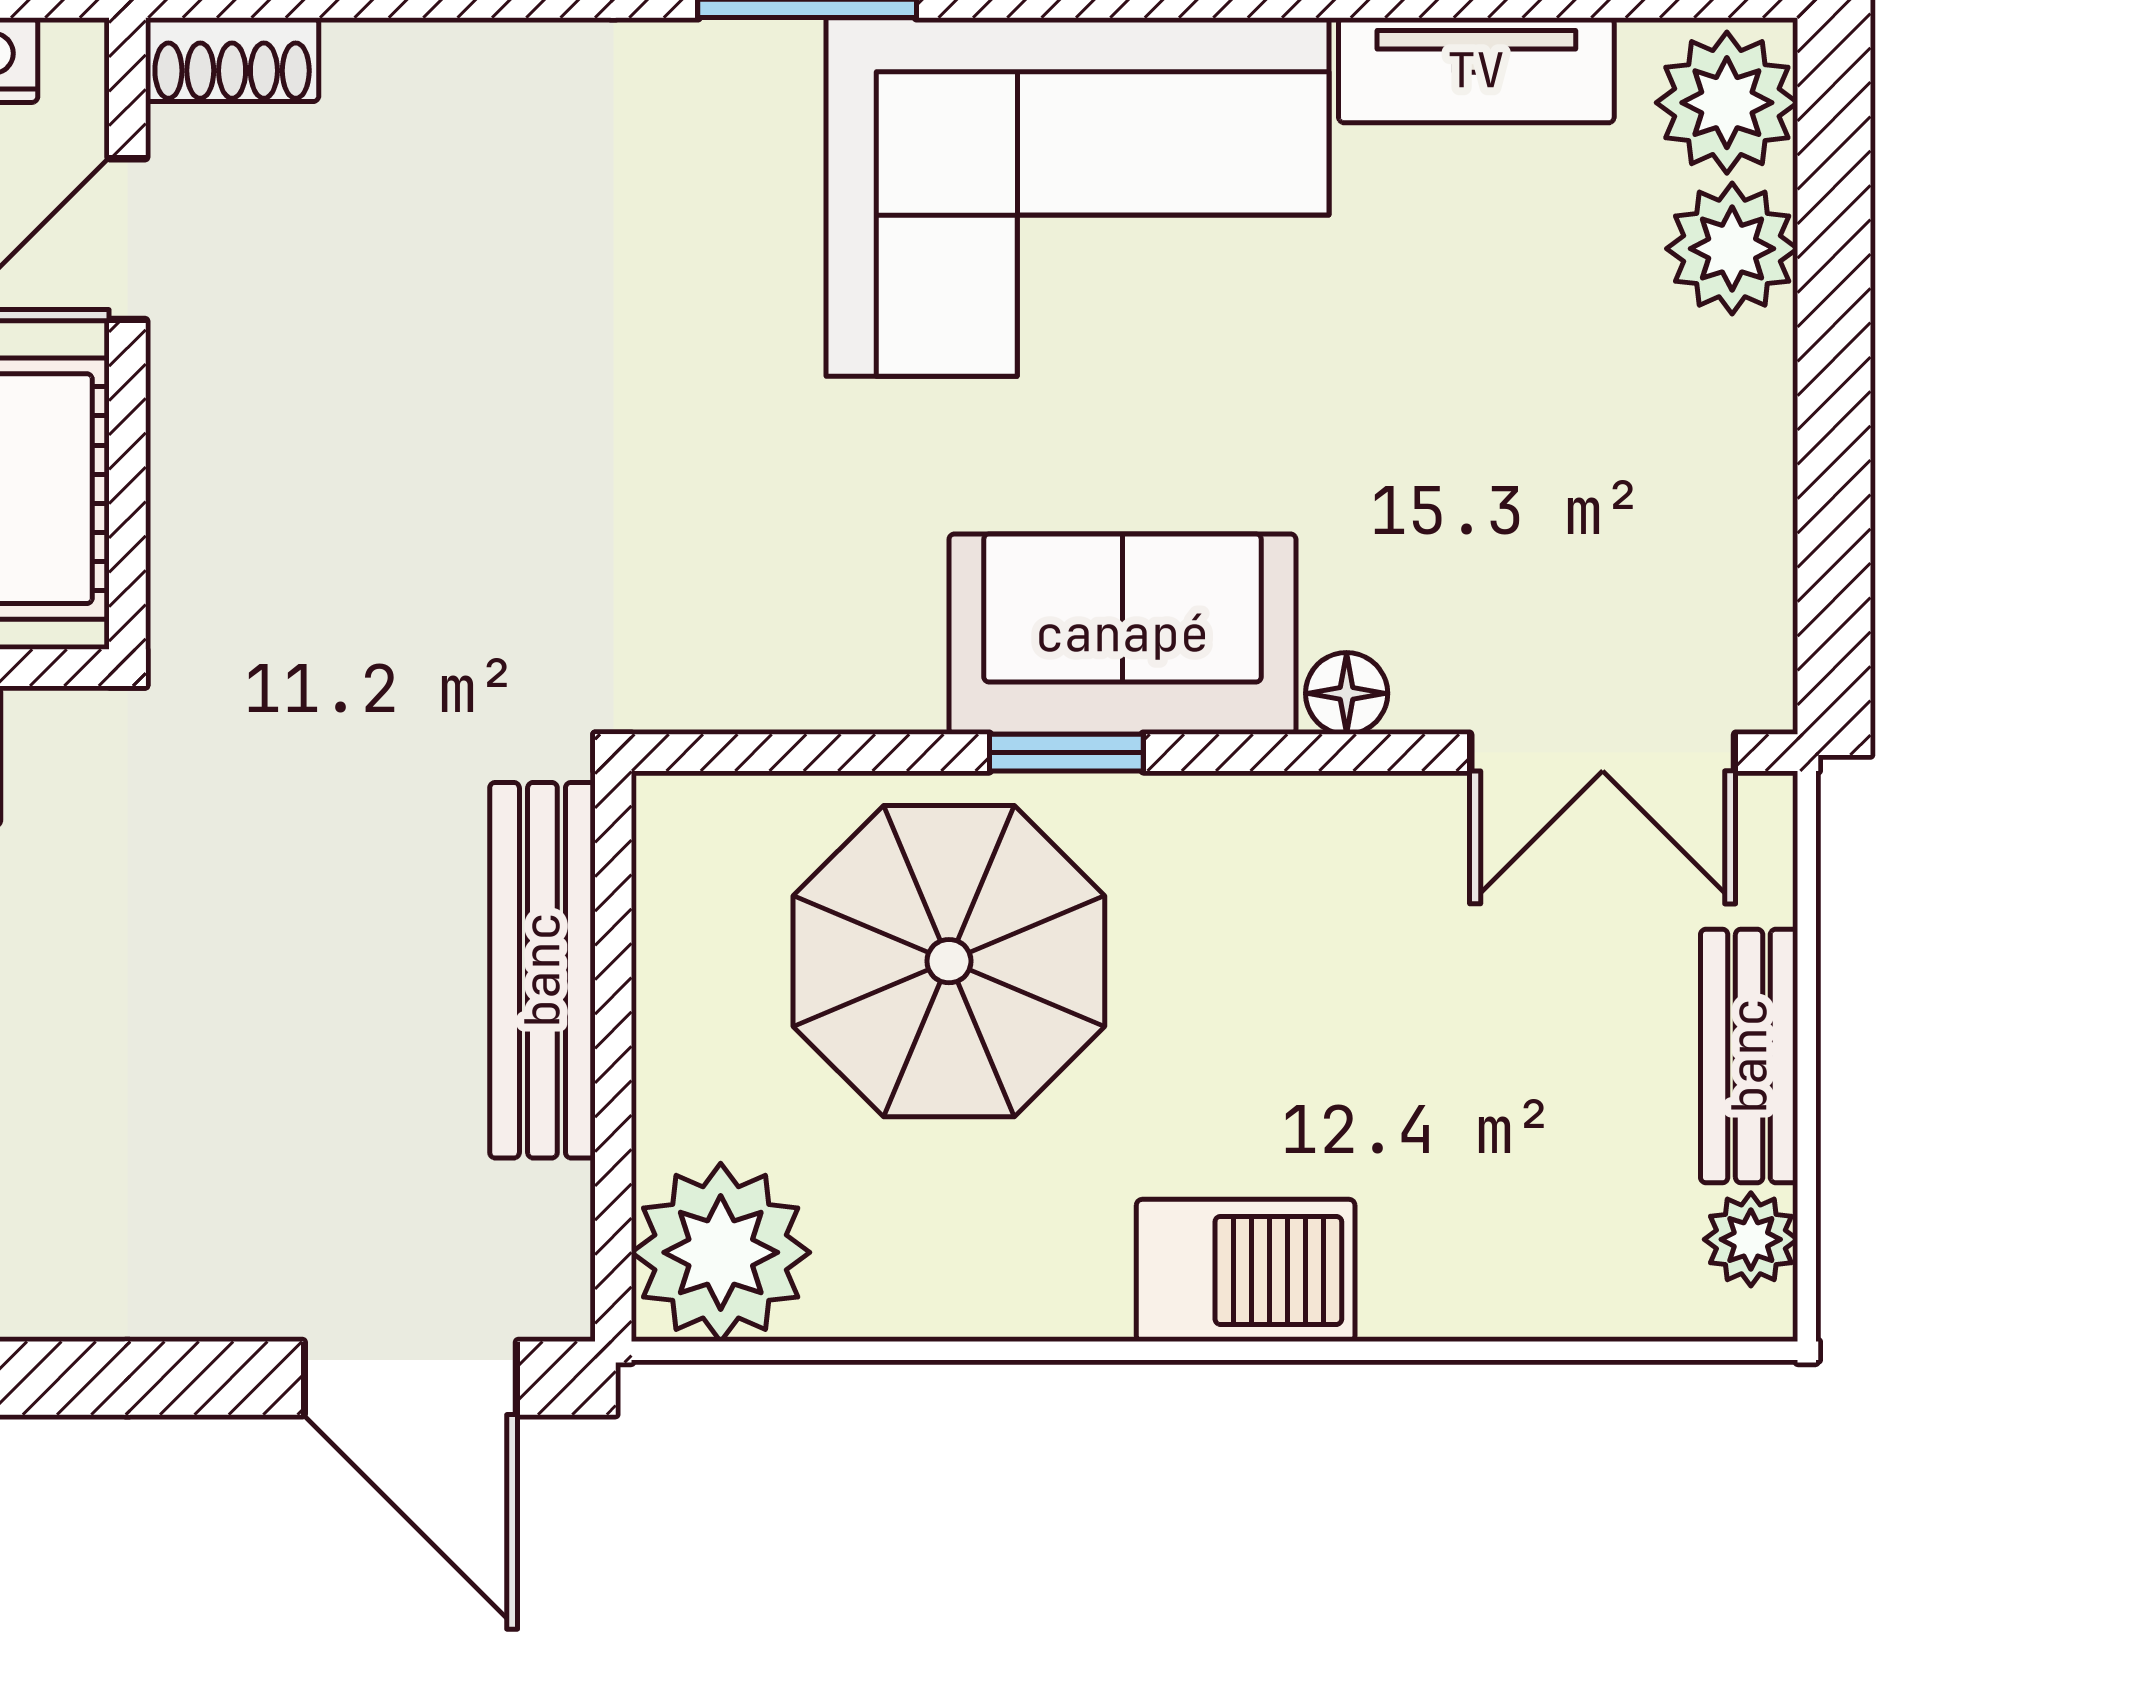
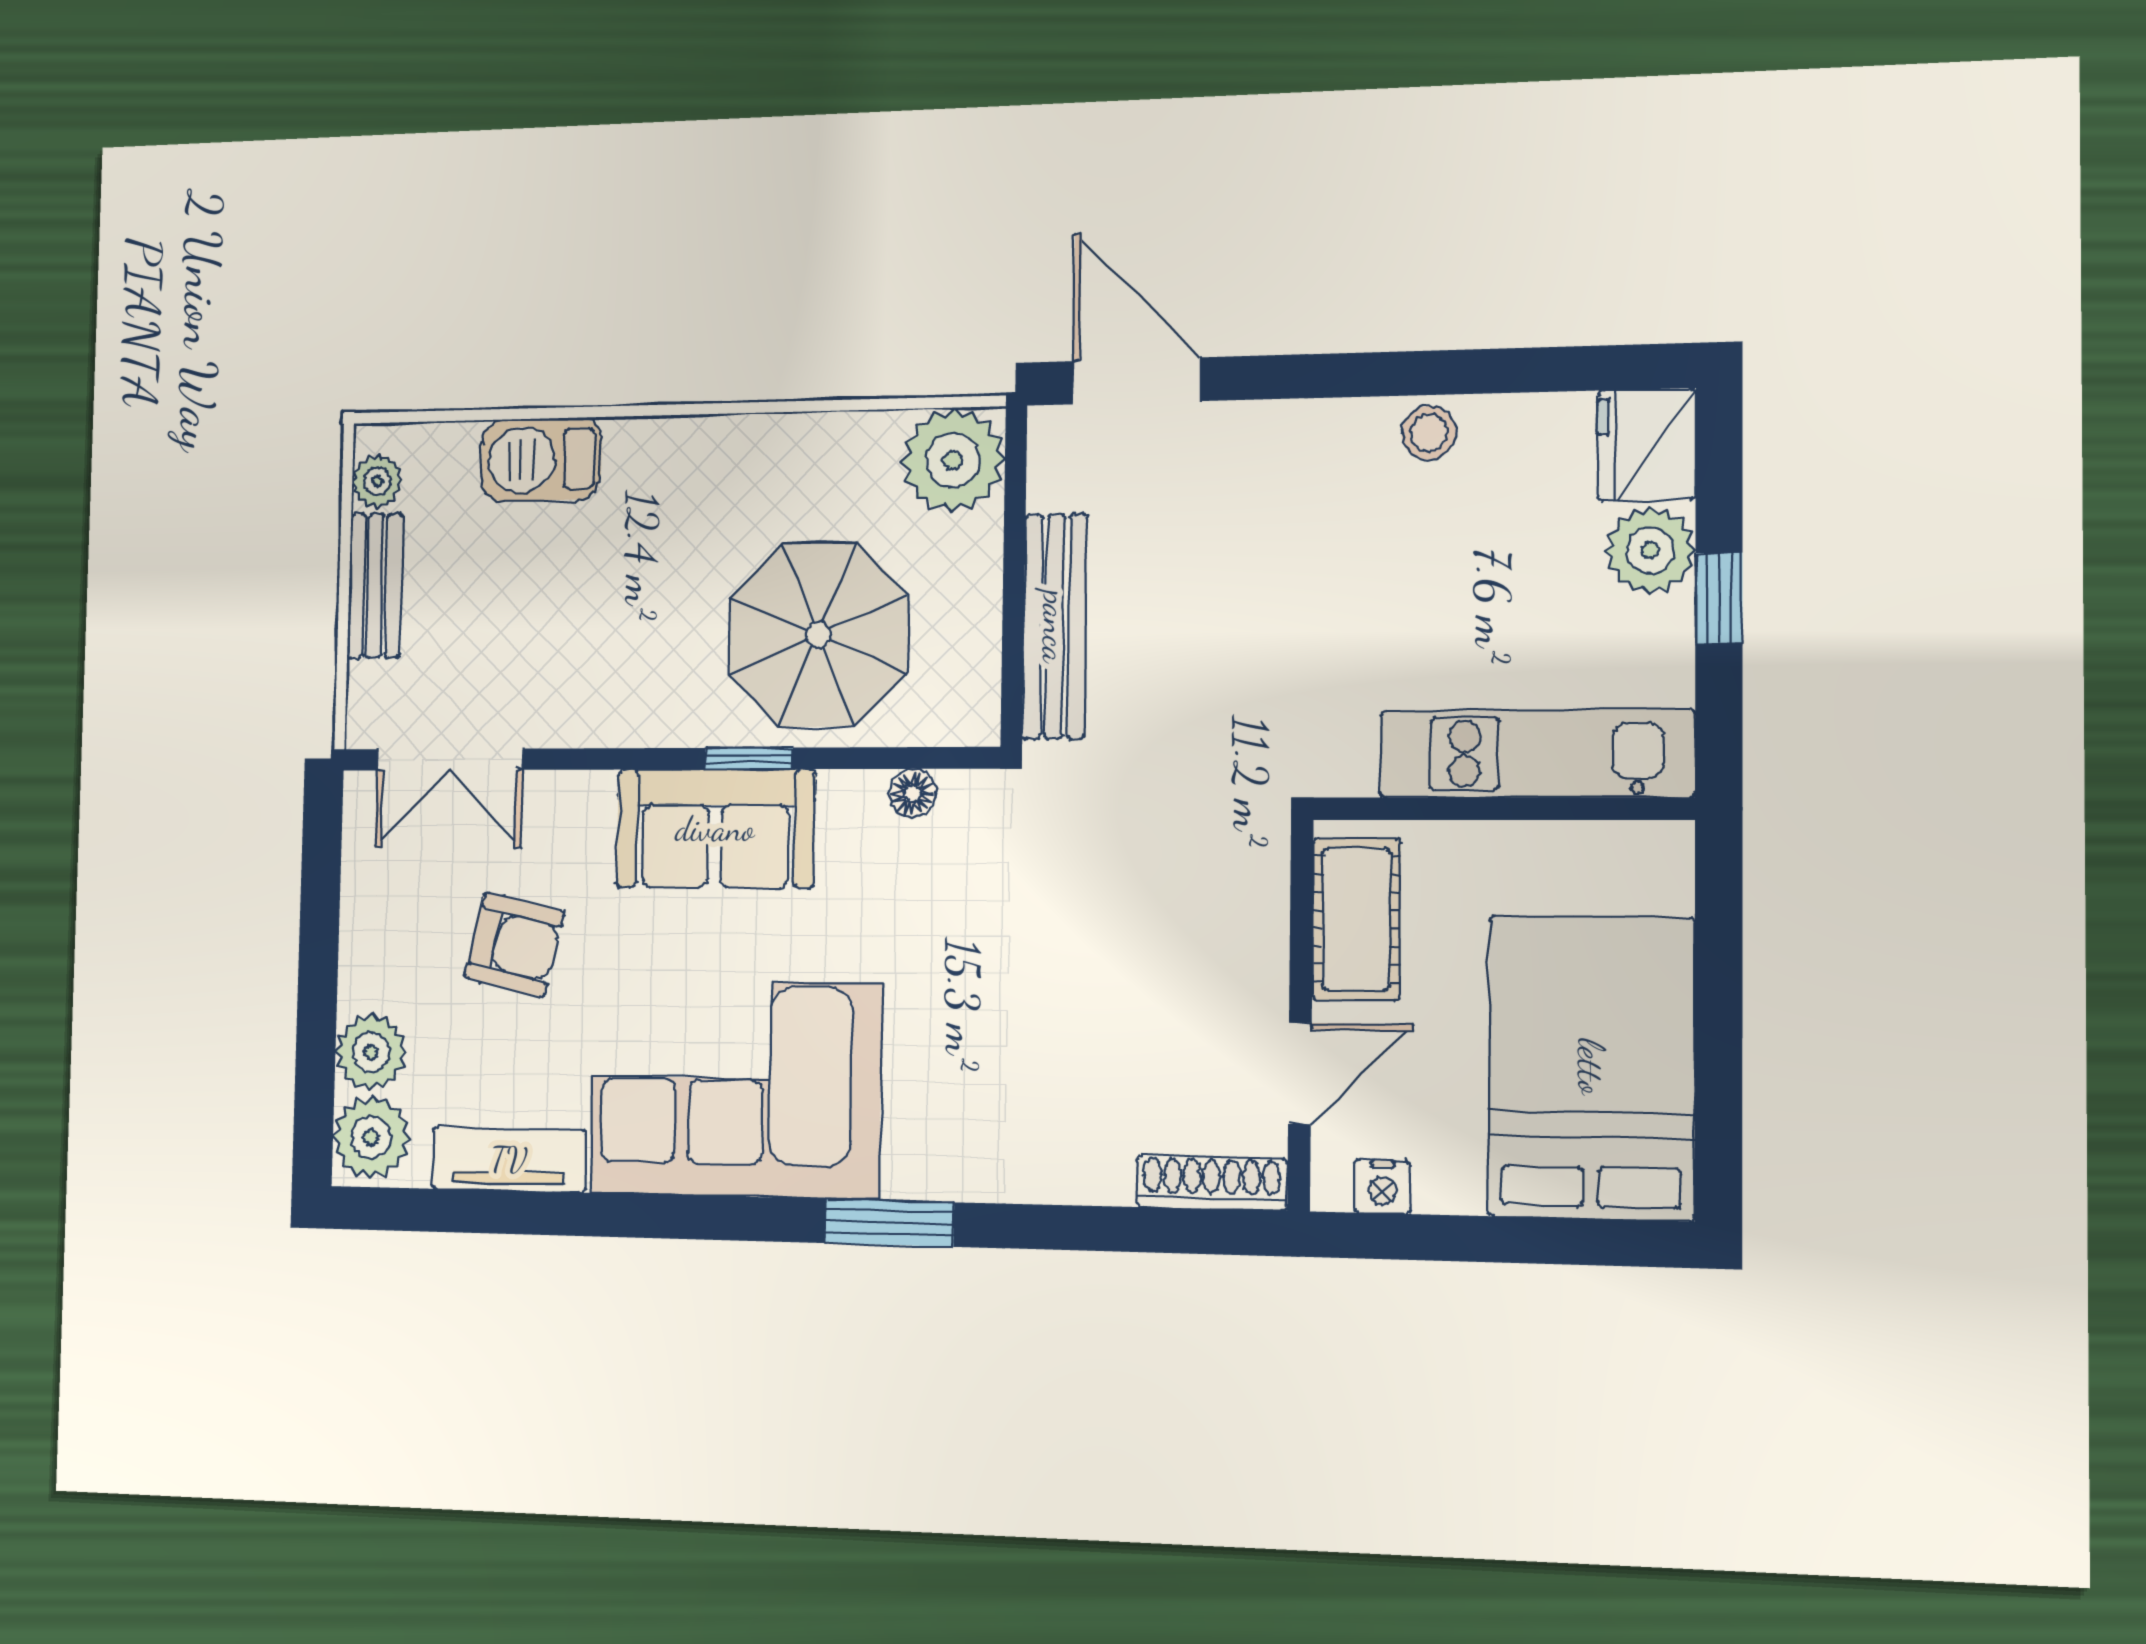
shoe rack: (232, 60) -> (1212, 1183), width x1.43
armchair: (1477, 435) -> (514, 945), added
floor lamp: (1347, 693) -> (913, 793), moved
double door: (1603, 753) -> (450, 760), swing flipped
barbecue: (1246, 1270) -> (541, 459), moved

